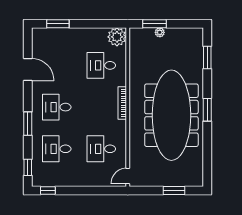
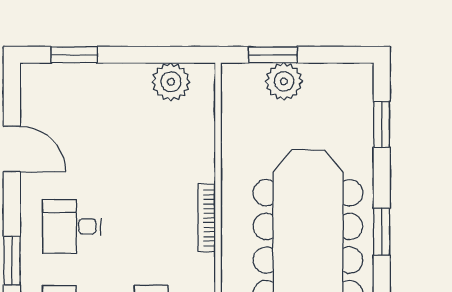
plant: (160, 32) -> (284, 81), width x1.87, depth x1.87
plant: (117, 37) -> (171, 82), moved
desk: (101, 65) -> (163, 141), removed

